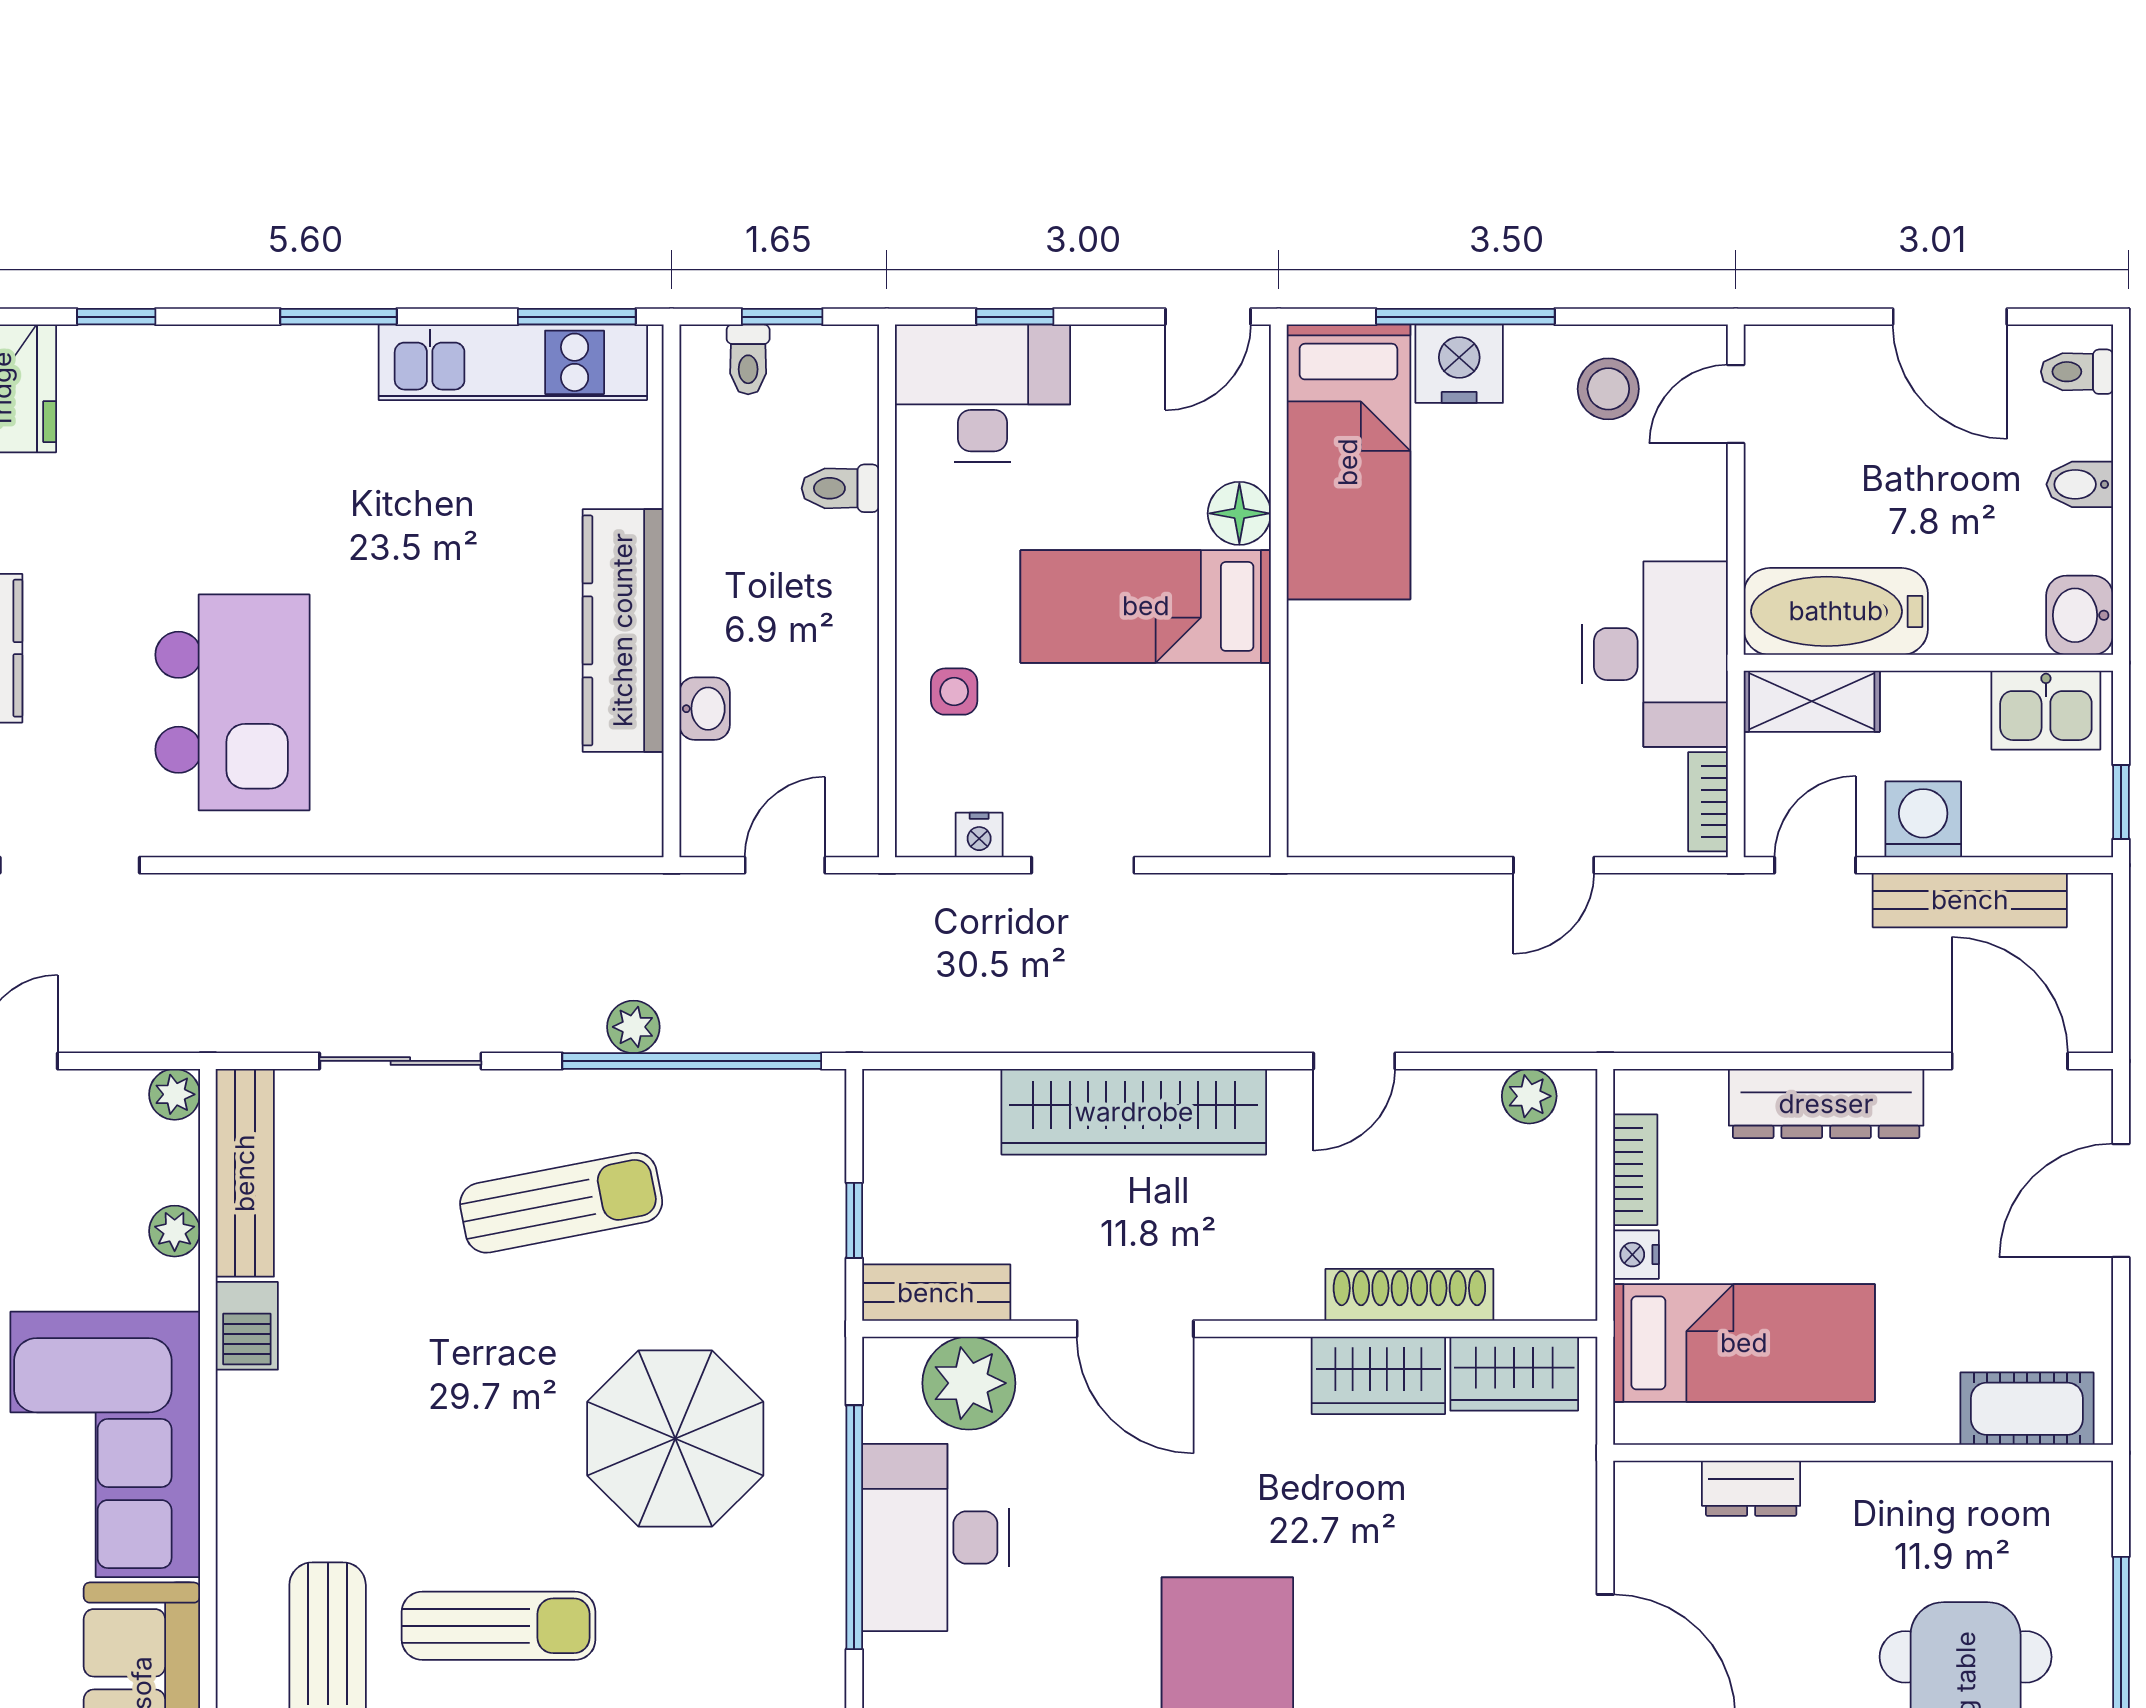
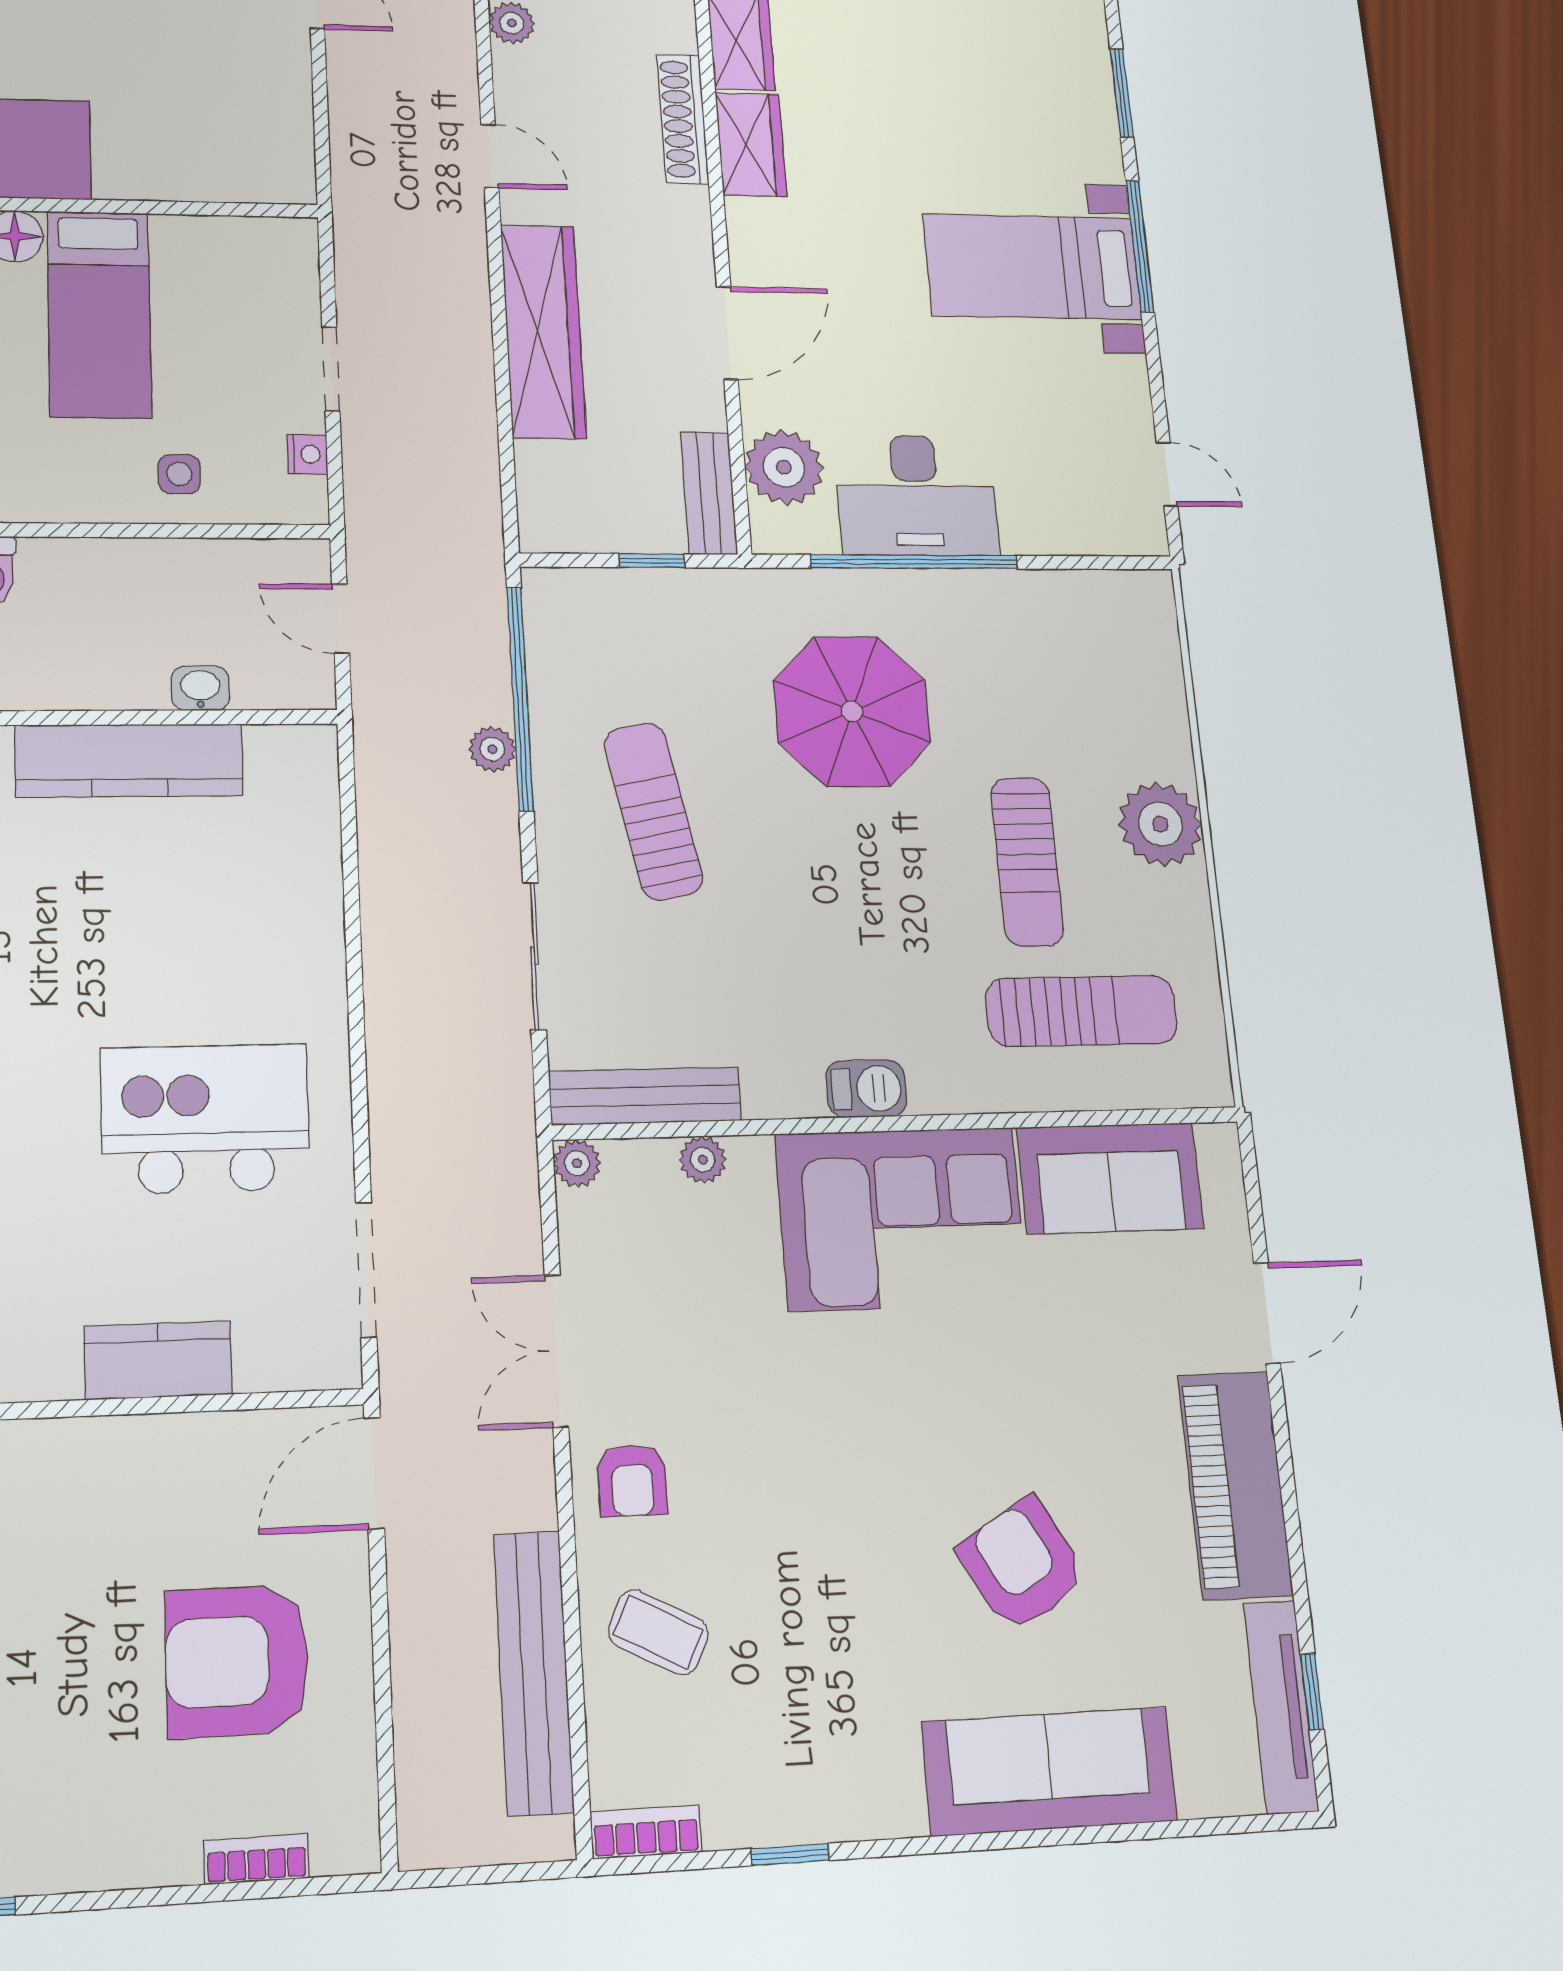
barbecue: (247, 1326) -> (866, 1089), moved
sun lounger: (499, 1626) -> (1027, 862), turned 180

